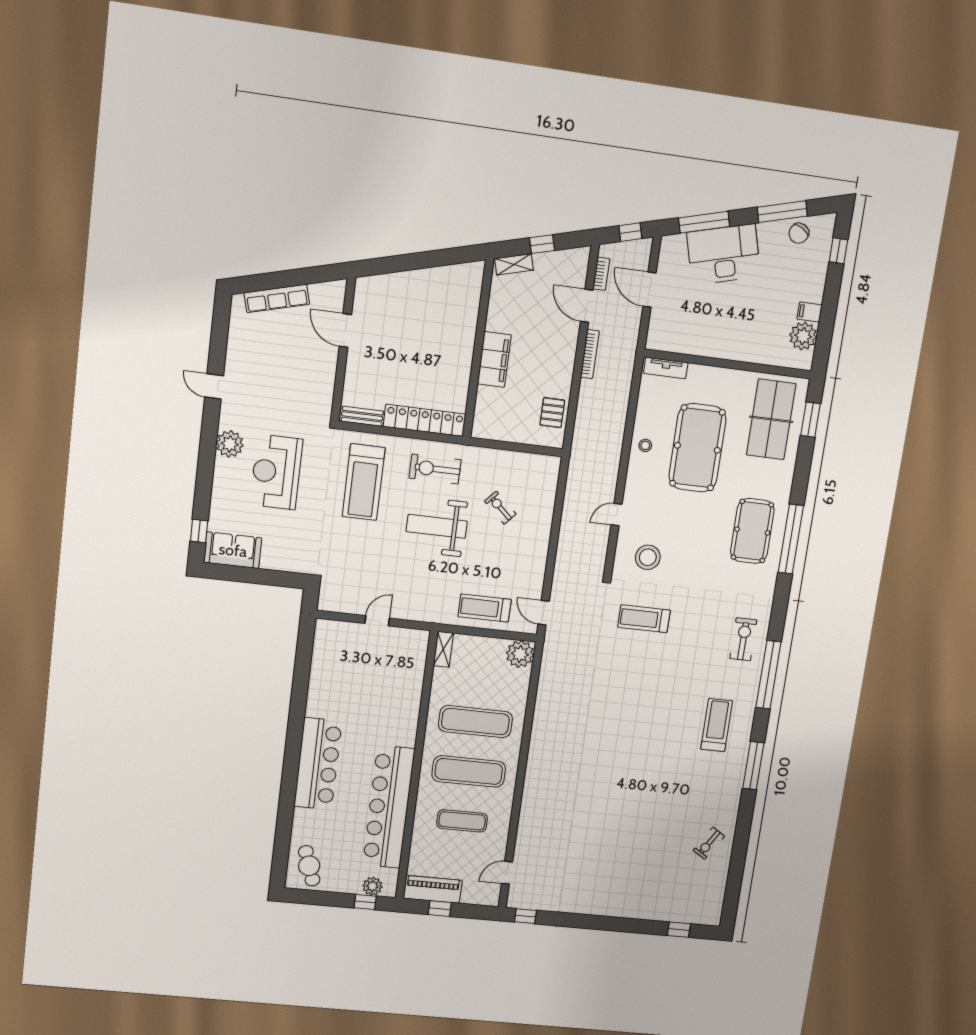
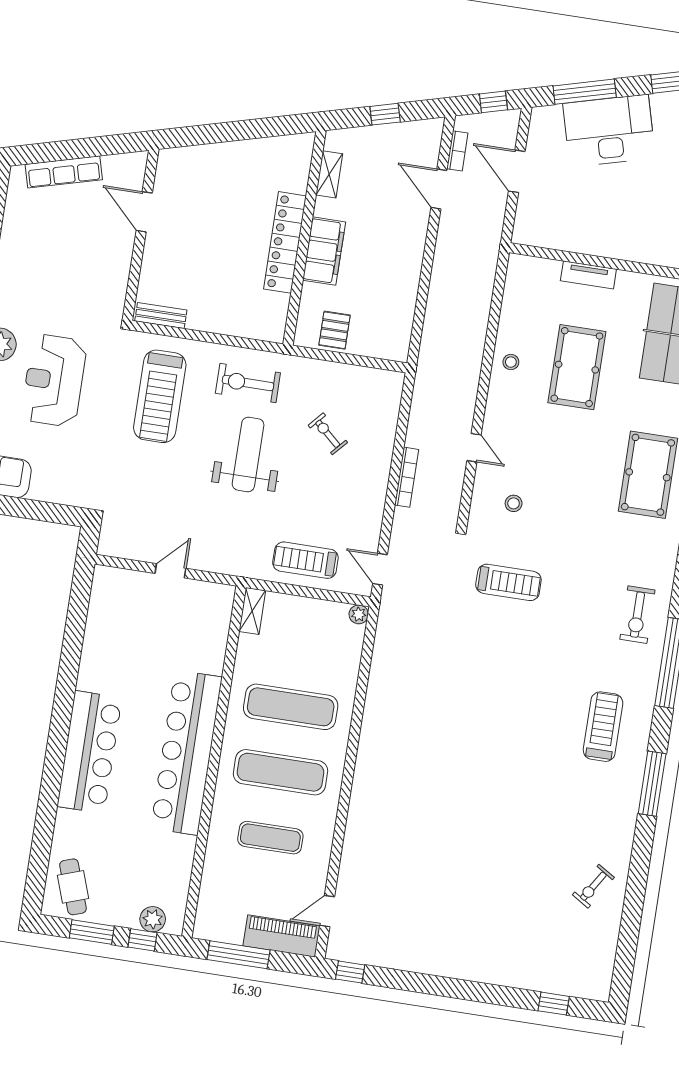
shelving: (514, 264) -> (329, 174), moved, turned -75
bookcase: (590, 354) -> (407, 477), moved
tv unit: (666, 368) -> (588, 275), moved
pallet: (552, 413) -> (335, 330), moved
locker: (425, 420) -> (285, 242), moved, turned -90
pool table: (697, 448) -> (577, 367), width x0.73, depth x0.76
door: (617, 515) -> (474, 448), swing flipped
weight bench: (437, 526) -> (248, 454), turned 90
stool: (648, 557) -> (514, 503), width x0.53, depth x0.53
treadmill: (644, 619) -> (508, 582), turned 180
exercise bike: (743, 639) -> (637, 615), turned 180
plant: (520, 654) -> (359, 614), width x0.53, depth x0.53
bar counter: (389, 807) -> (186, 753), moved
piano: (433, 889) -> (282, 936), moved
window: (325, 898) -> (92, 932), added
window: (440, 909) -> (238, 955), width x2.17

